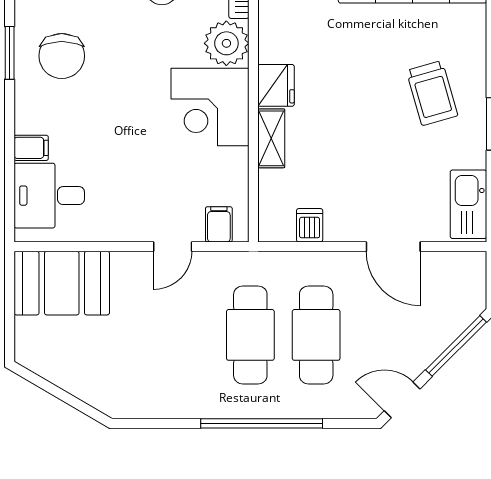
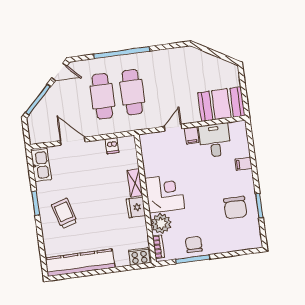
chair: (62, 56) -> (235, 208), turned 180
desk: (49, 196) -> (215, 140), moved, turned -90
filing cabinet: (219, 224) -> (192, 135), moved

